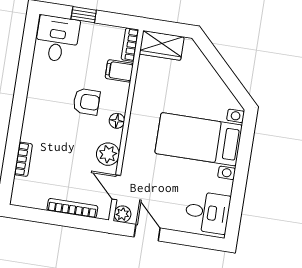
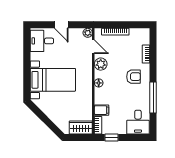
window: (84, 15) -> (112, 138), moved
window: (23, 79) -> (153, 98), added
armchair: (86, 102) -> (134, 77), moved, turned 180
door: (147, 233) -> (61, 25), moved

